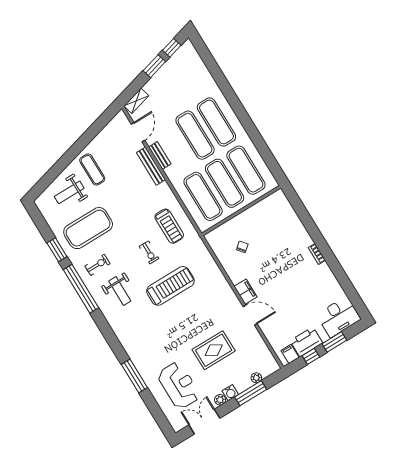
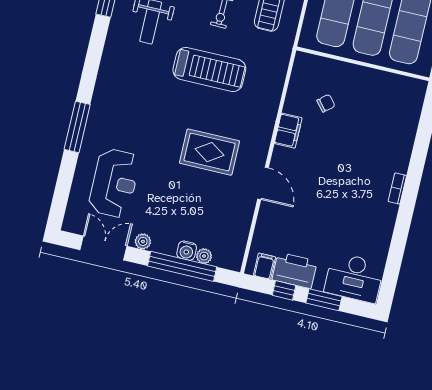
filing cabinet: (246, 292) -> (288, 131), moved
rug: (214, 350) -> (209, 152), moved
water cooler: (230, 393) -> (187, 251), moved
window: (251, 393) -> (182, 266), width x1.46

